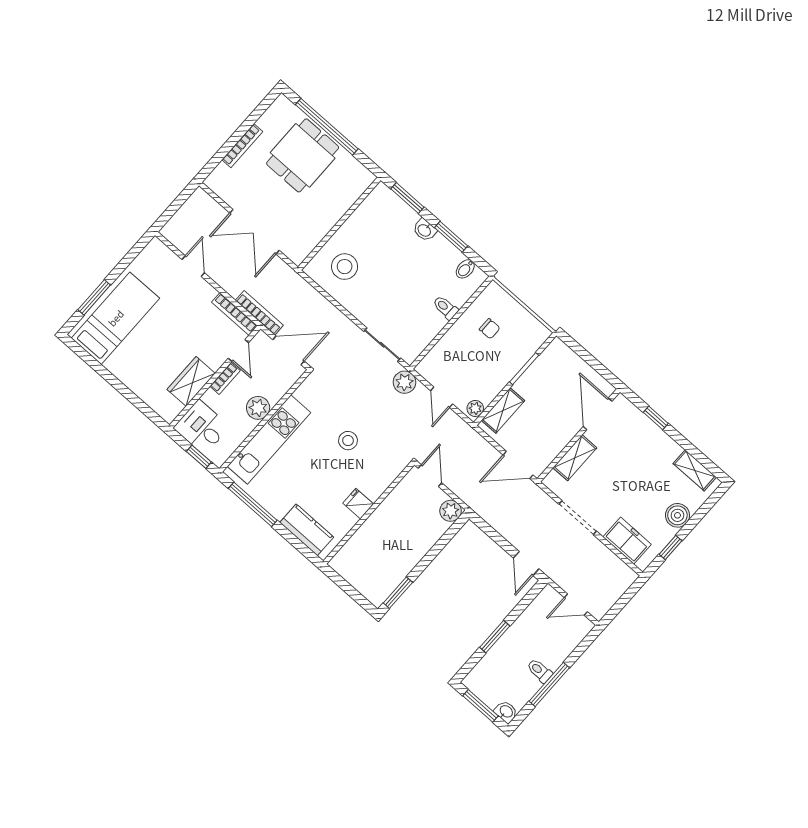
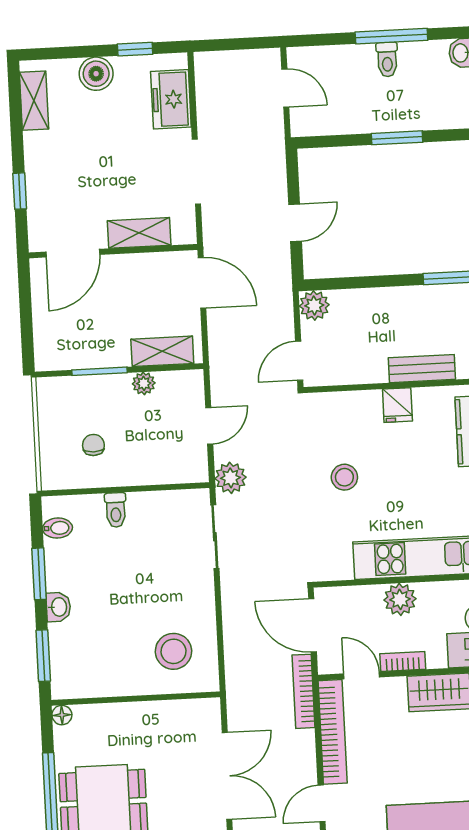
floor lamp: (368, 178) -> (62, 715), added
bookcase: (234, 314) -> (333, 732), width x1.48, depth x1.31
door: (238, 350) -> (362, 675), hinge flipped
plant: (475, 408) -> (144, 383), moved
bench: (365, 534) -> (422, 369), added
door: (526, 563) -> (295, 223), moved

